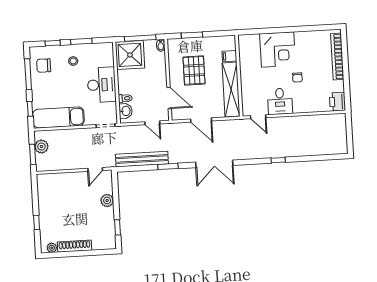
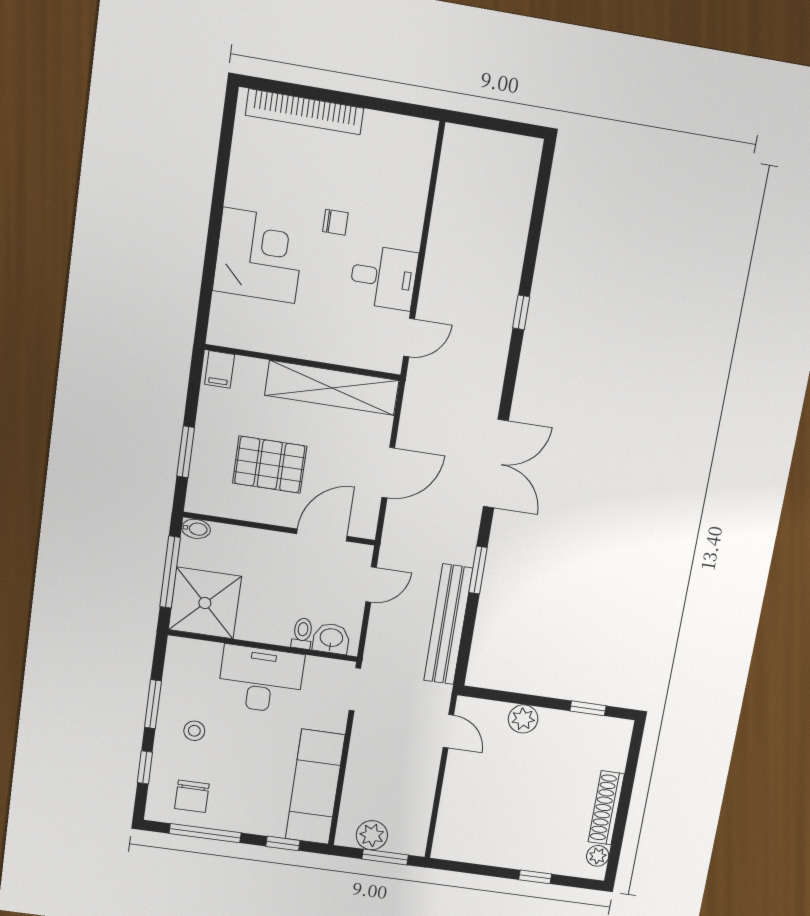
filing cabinet: (229, 56) -> (220, 369), moved
printer: (337, 102) -> (414, 136), removed

